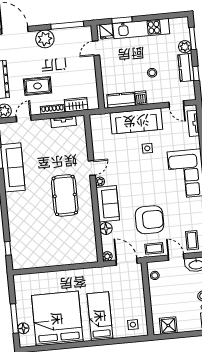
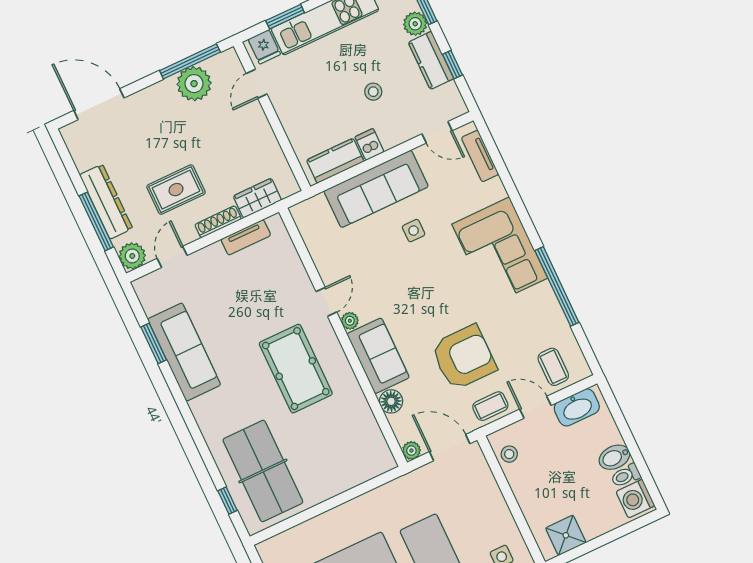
plant: (45, 39) -> (194, 84), moved
table tennis table: (30, 240) -> (263, 471), added

